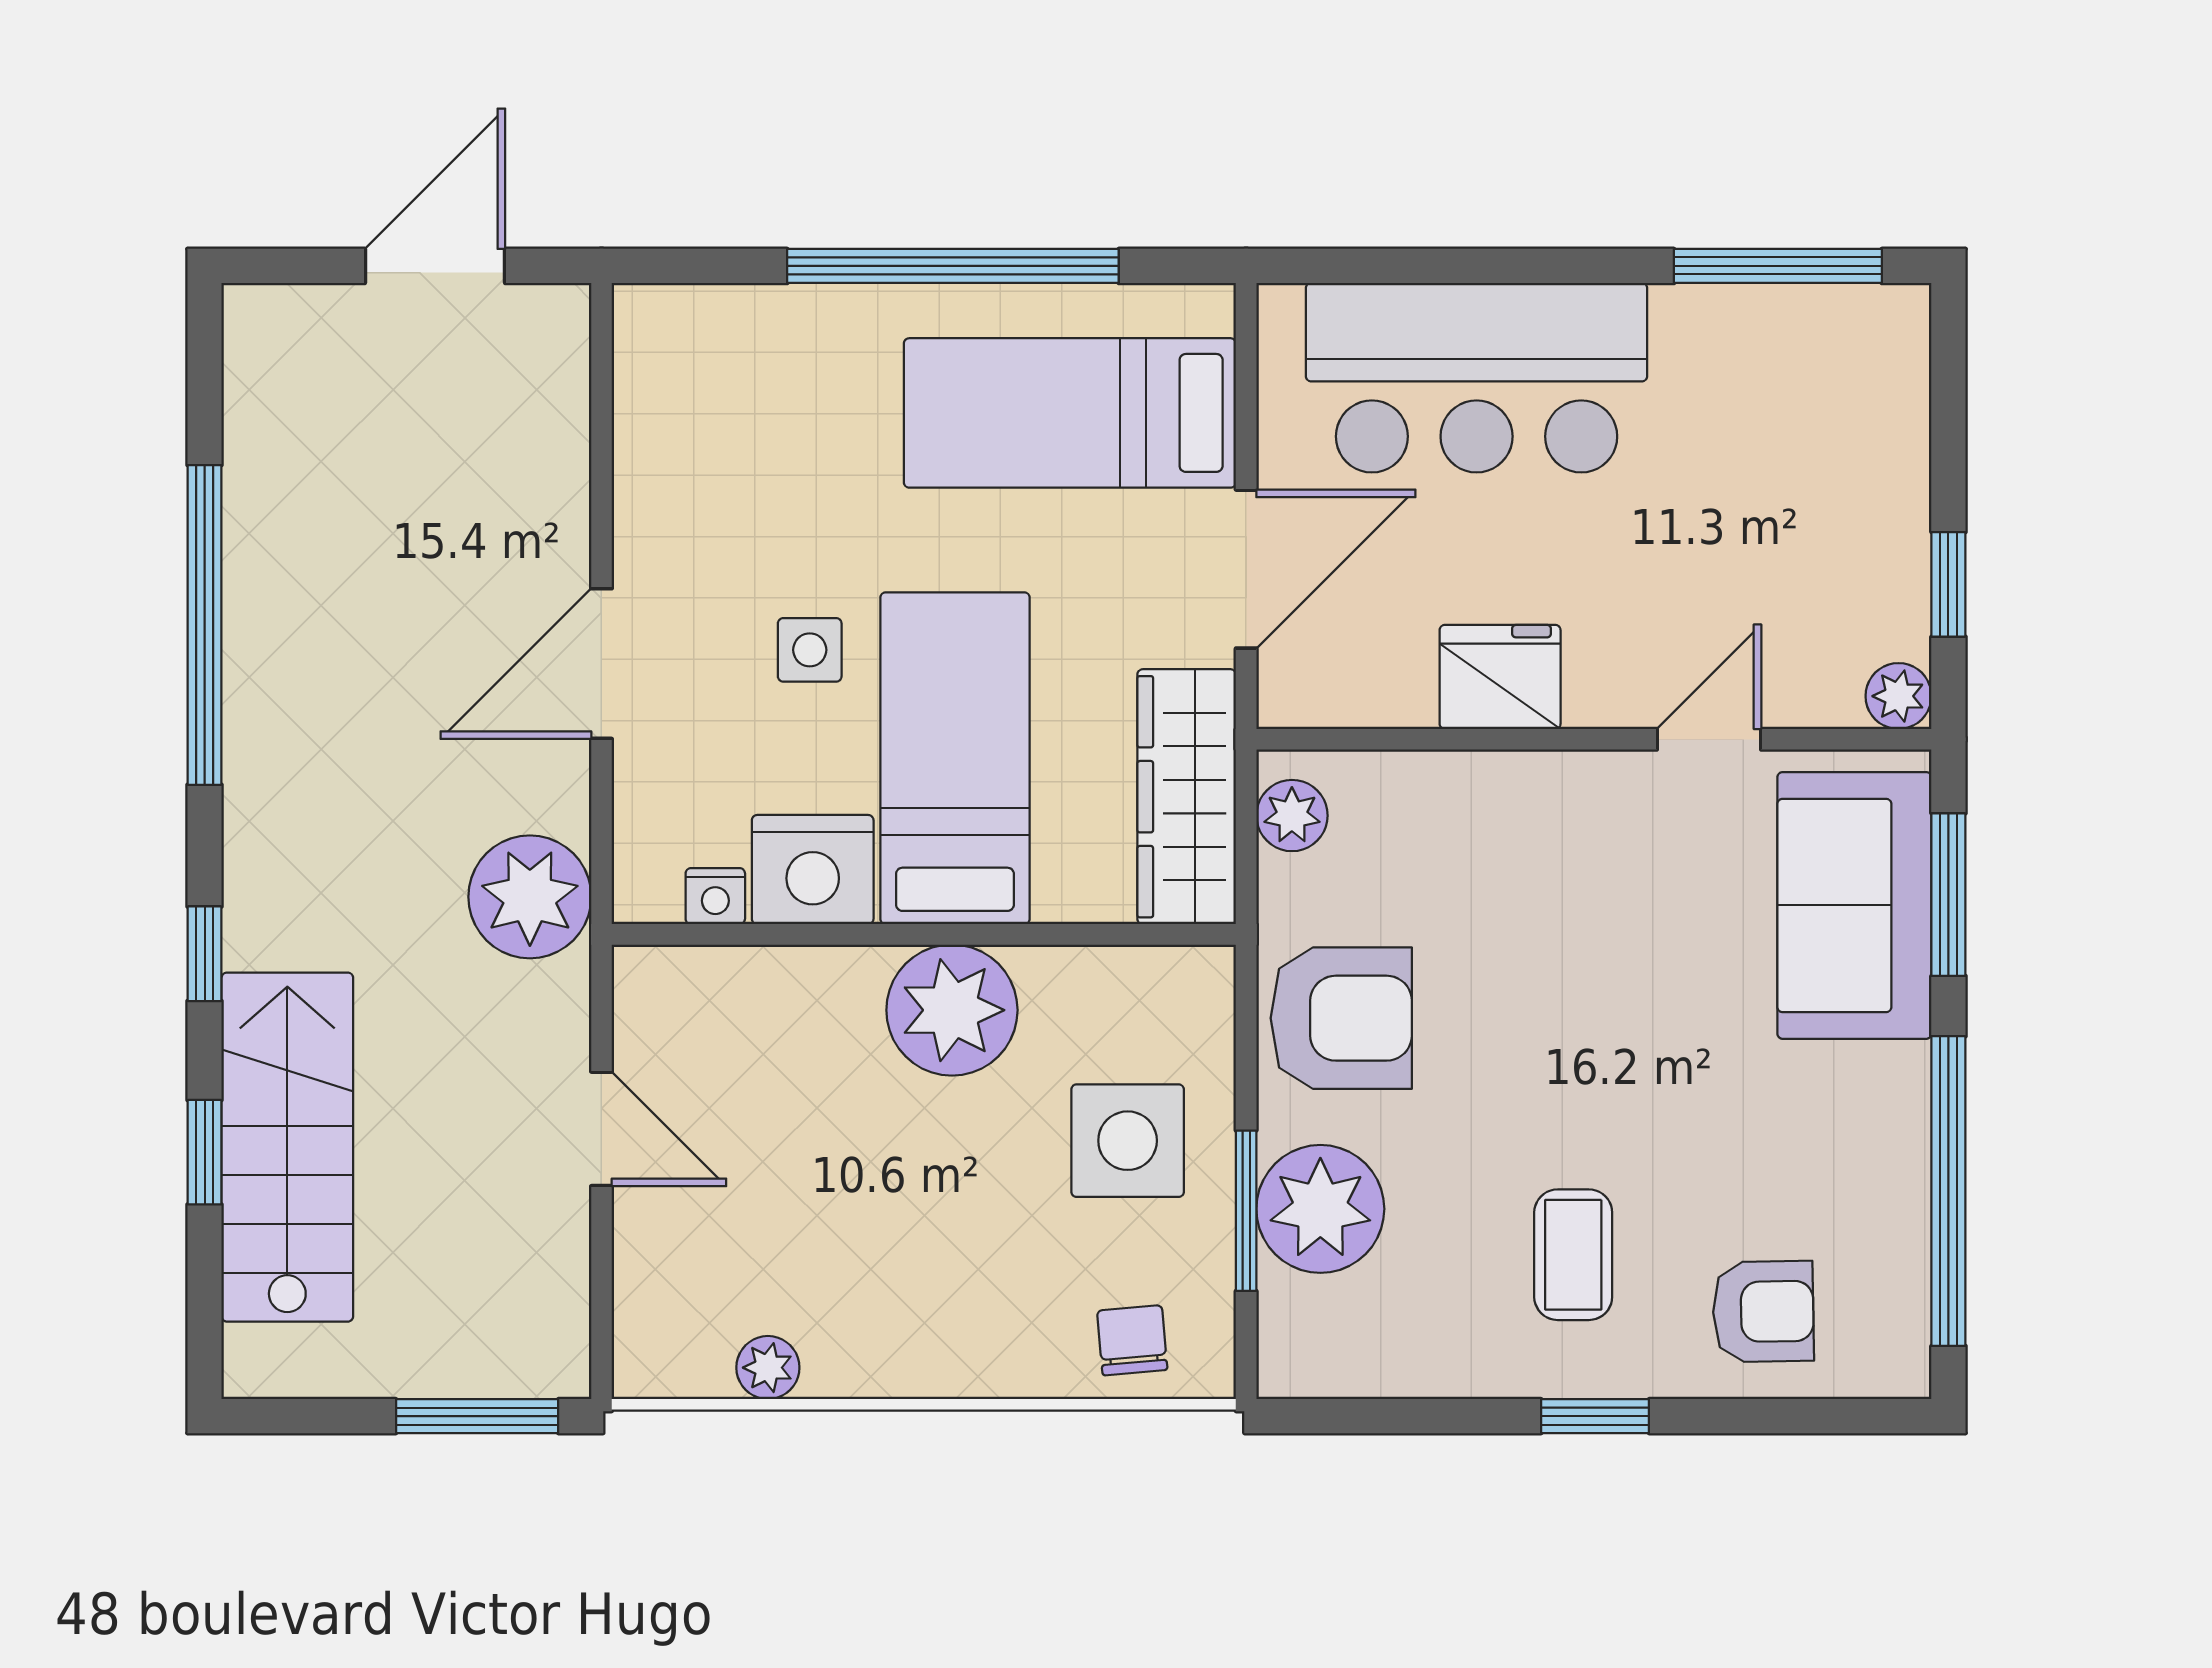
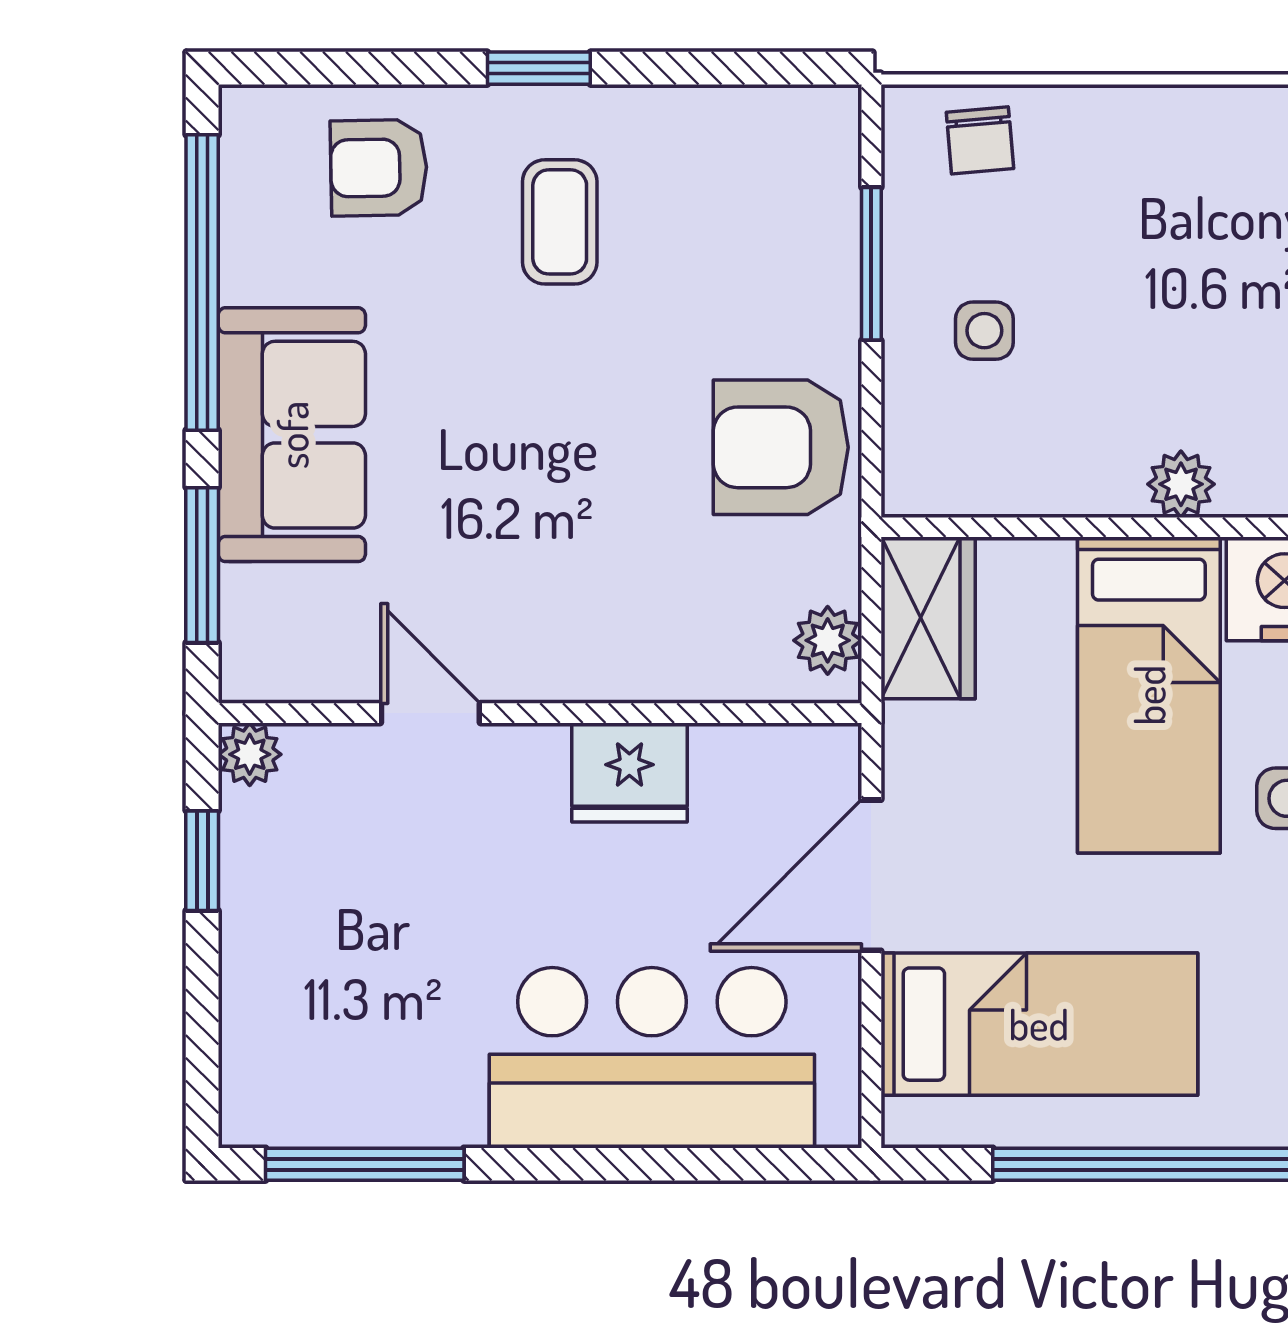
door: (1709, 739) -> (430, 713), swing flipped
wardrobe: (1187, 797) -> (928, 618), width x0.67
sofa: (1854, 905) -> (292, 435), moved
plant: (952, 1010) -> (1181, 484), width x0.53, depth x0.53
side table: (1128, 1141) -> (984, 331), width x0.54, depth x0.54
plant: (1320, 1209) -> (801, 266), removed

